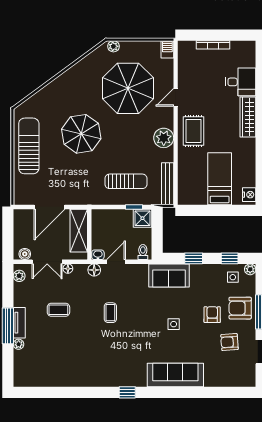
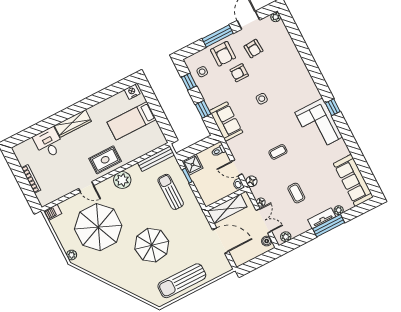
plant: (250, 269) -> (276, 17), moved
corner sofa: (117, 369) -> (319, 125), added
sofa: (175, 375) -> (353, 180), moved

